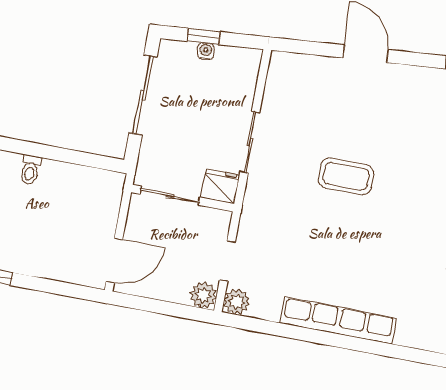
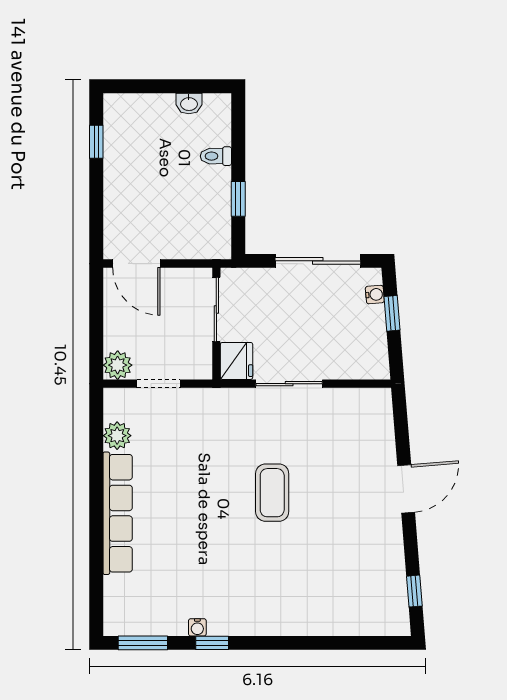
water cooler: (206, 51) -> (375, 295), moved
window: (73, 157) -> (238, 199), added
plant: (237, 302) -> (117, 436), moved

